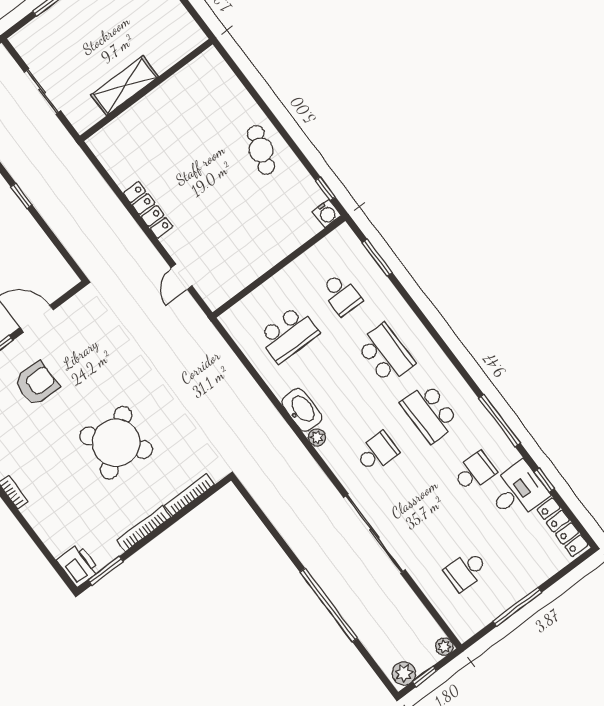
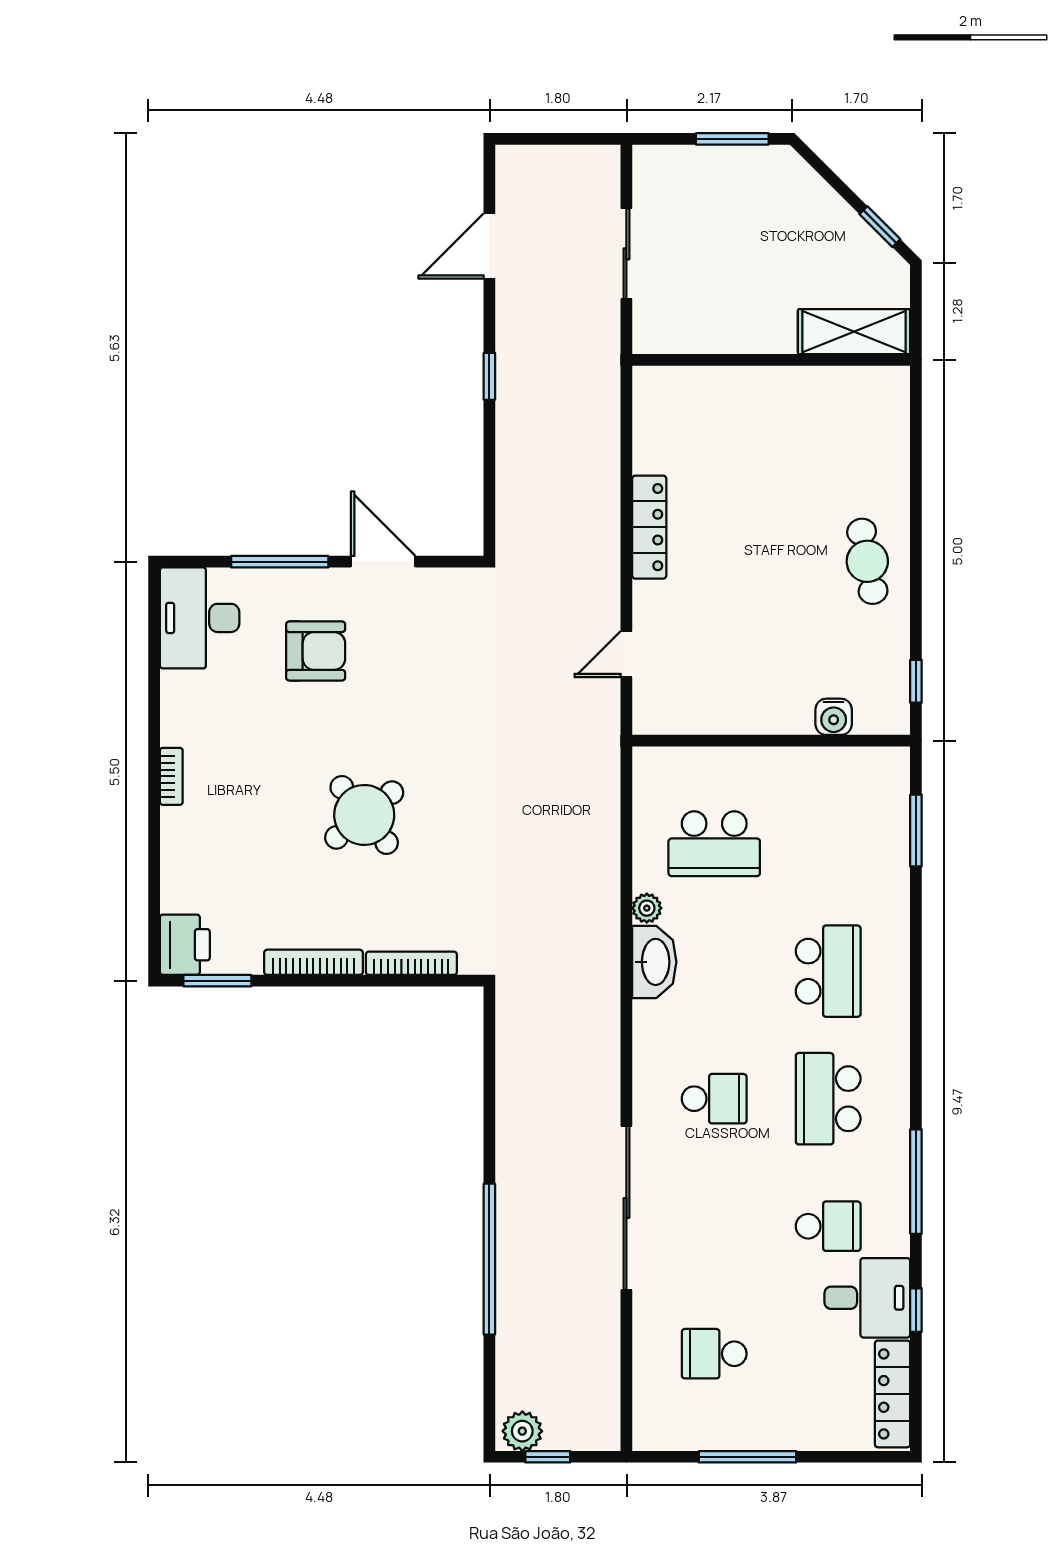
shelving: (125, 86) -> (854, 332), moved
cafe table: (261, 150) -> (867, 561), turned -30
water cooler: (327, 213) -> (834, 717), moved
school desk: (341, 294) -> (828, 844), removed
plant: (317, 437) -> (647, 908), moved
round table: (116, 443) -> (364, 815), width x0.73, depth x0.73
plant: (444, 647) -> (606, 1436), removed

